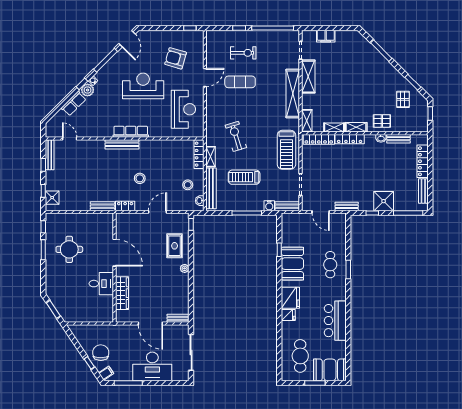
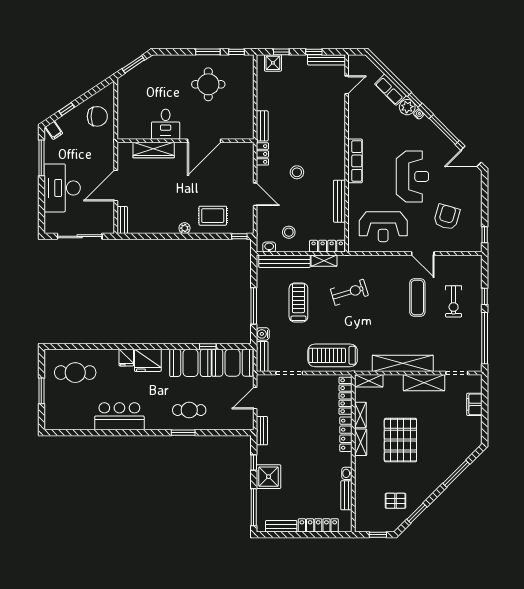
pallet: (382, 121) -> (400, 440), moved, width x2.05, depth x2.00
bench: (122, 144) -> (339, 201), moved
chair: (101, 353) -> (97, 116), moved
booth: (330, 370) -> (232, 363), moved, turned 90

